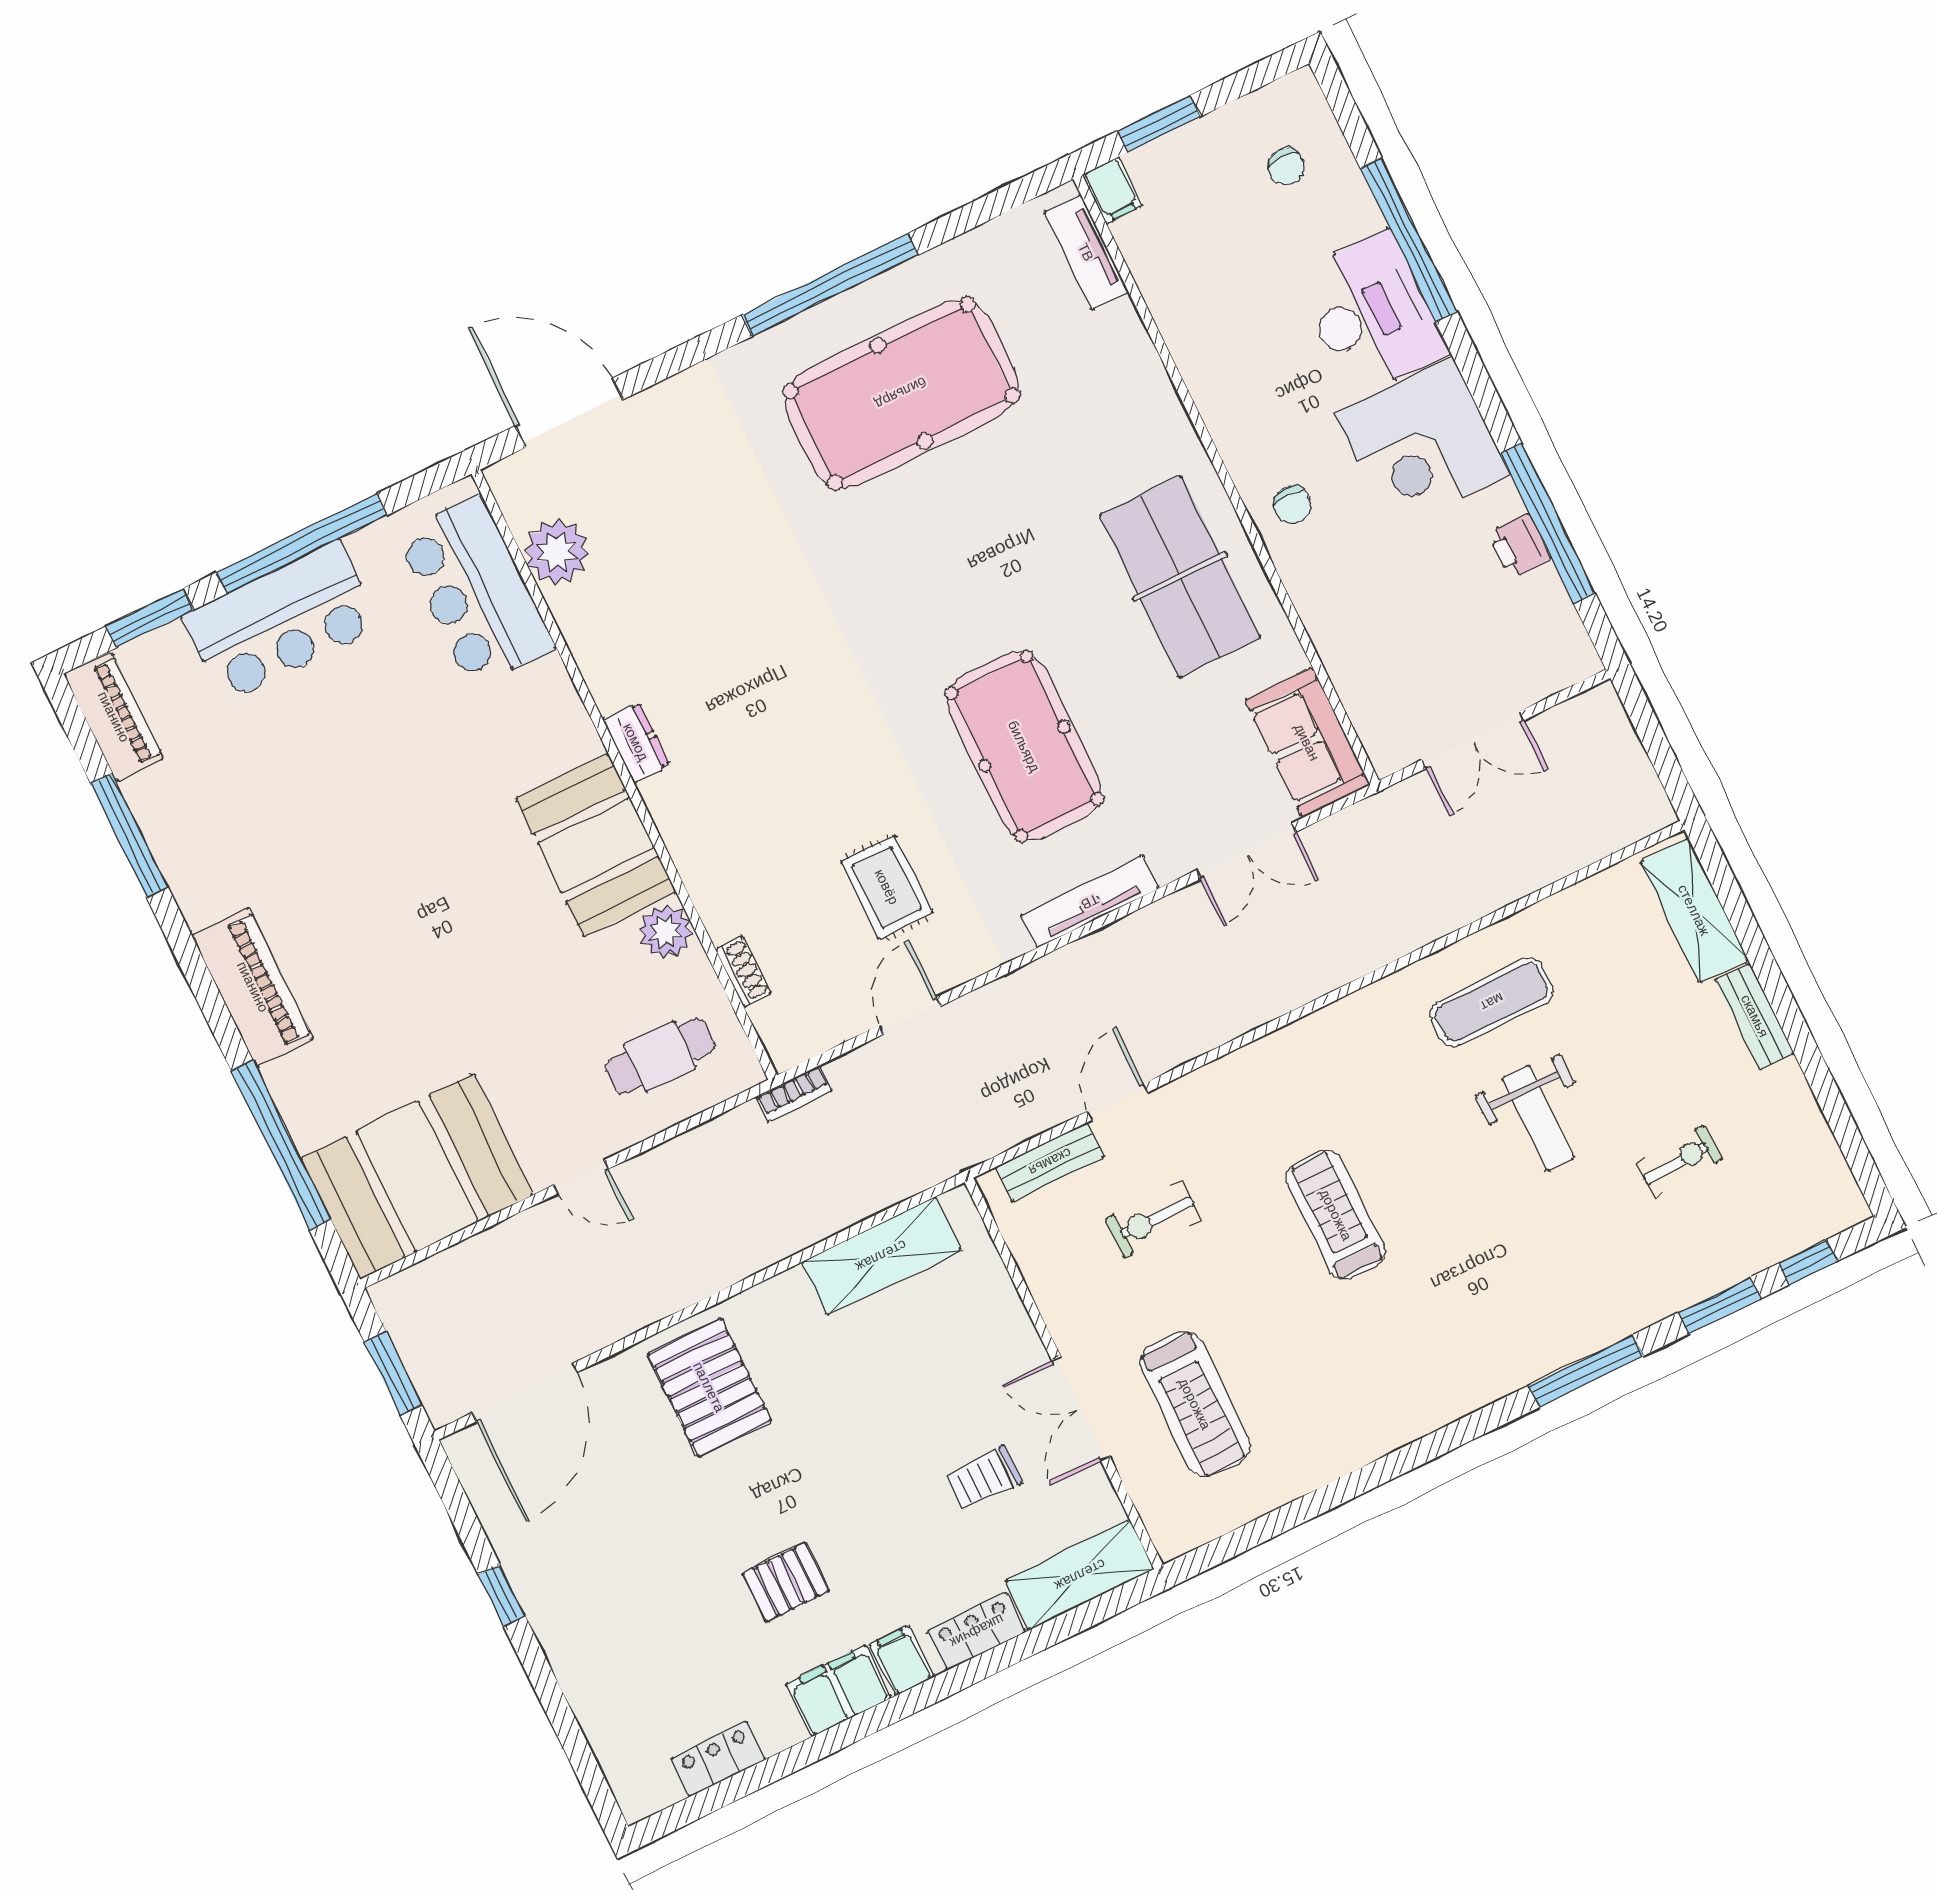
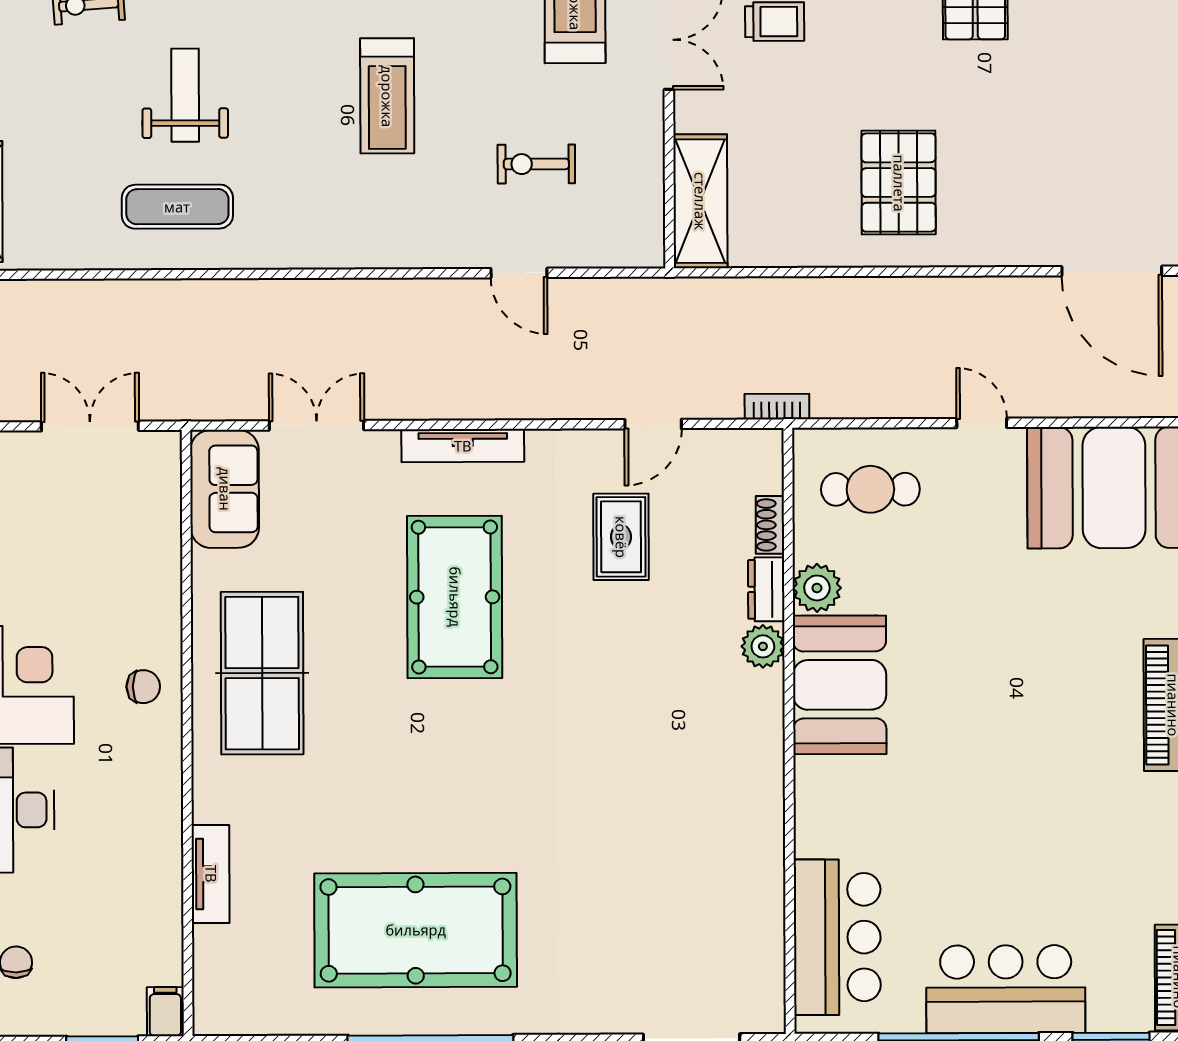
tv unit: (1086, 252) -> (211, 874), moved
chair: (1293, 505) -> (143, 687), turned 90
plant: (557, 552) -> (763, 646), moved, width x0.73, depth x0.73
dresser: (636, 742) -> (766, 589), moved
door: (1117, 1102) -> (519, 273), hinge flipped
bench: (1050, 1162) -> (597, 251), removed
exercise bike: (1153, 1220) -> (536, 164), turned 180
shelving: (881, 1256) -> (700, 201), moved, turned 90
pallet: (709, 1387) -> (899, 183), moved
door: (525, 1392) -> (1112, 271), swing flipped

